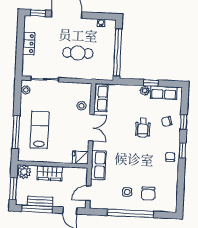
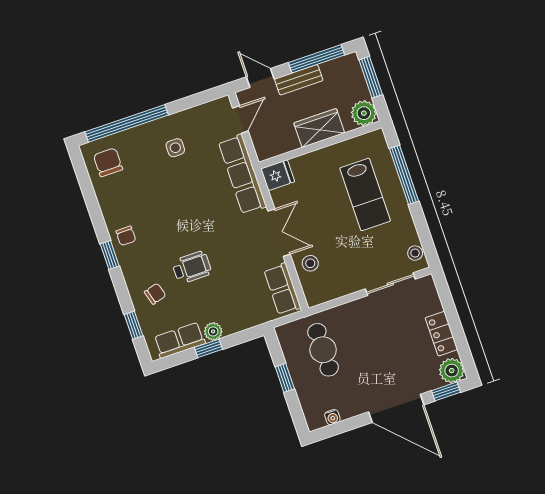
plant: (31, 23) -> (452, 371), added
window: (118, 52) -> (285, 378), width x0.32
cafe table: (78, 53) -> (323, 350), moved, turned 90
window: (184, 122) -> (134, 325), moved
double door: (91, 128) -> (279, 233), swing flipped
wheelchair: (143, 128) -> (192, 267), turned 90
row of seats: (98, 165) -> (242, 174), width x1.48
chair: (148, 193) -> (108, 162), moved
bench: (40, 201) -> (299, 80), moved
window: (130, 213) -> (127, 123), moved

